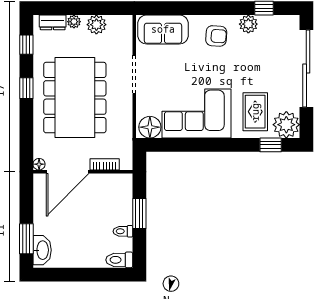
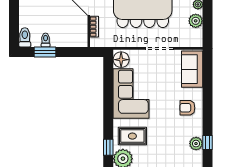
plant: (248, 24) -> (196, 144), moved
armchair: (216, 36) -> (187, 108), turned 86
window: (139, 214) -> (45, 52), moved

